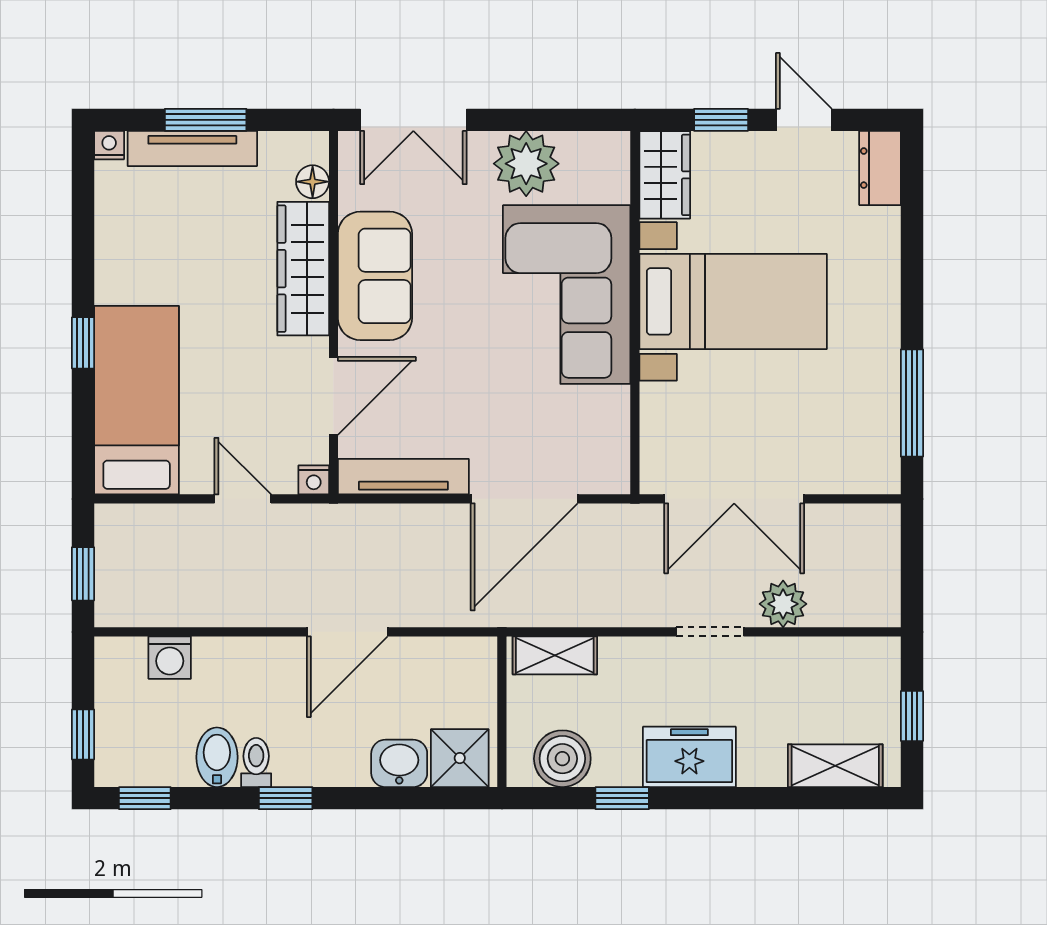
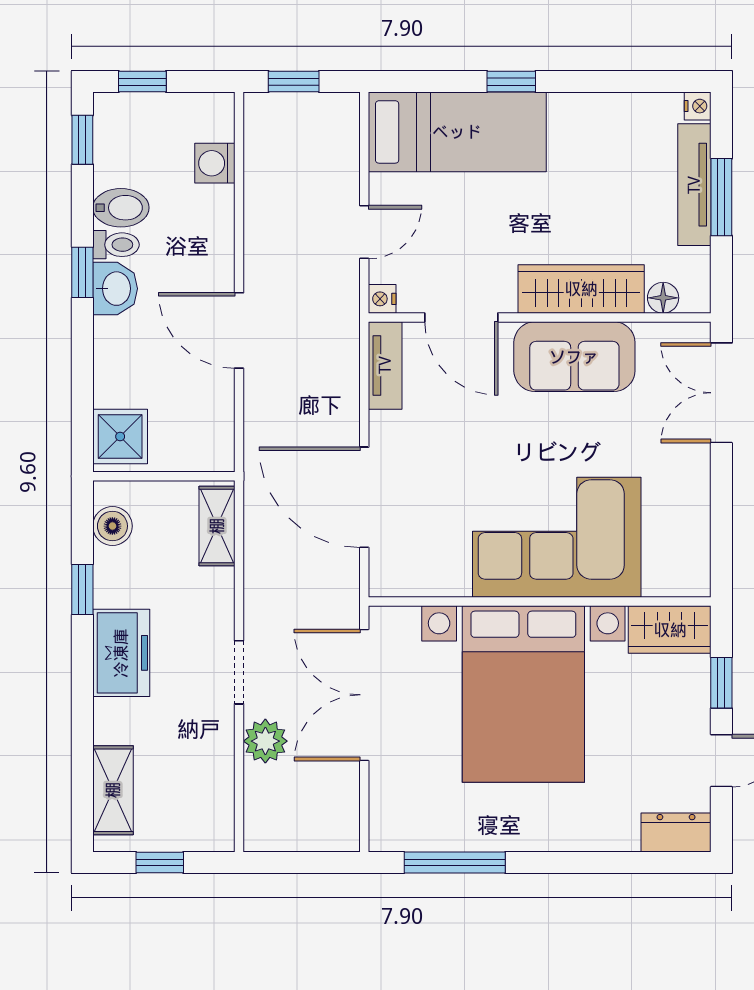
plant: (526, 164) -> (680, 499), removed
bed with nightstands: (733, 301) -> (523, 694), width x1.36
tv unit: (403, 477) -> (385, 365), width x0.71
boiler: (562, 759) -> (112, 526), width x0.73, depth x0.73
washbasin: (399, 763) -> (115, 289), moved

